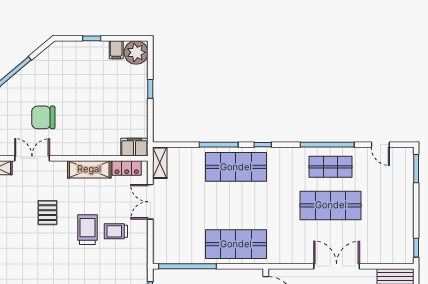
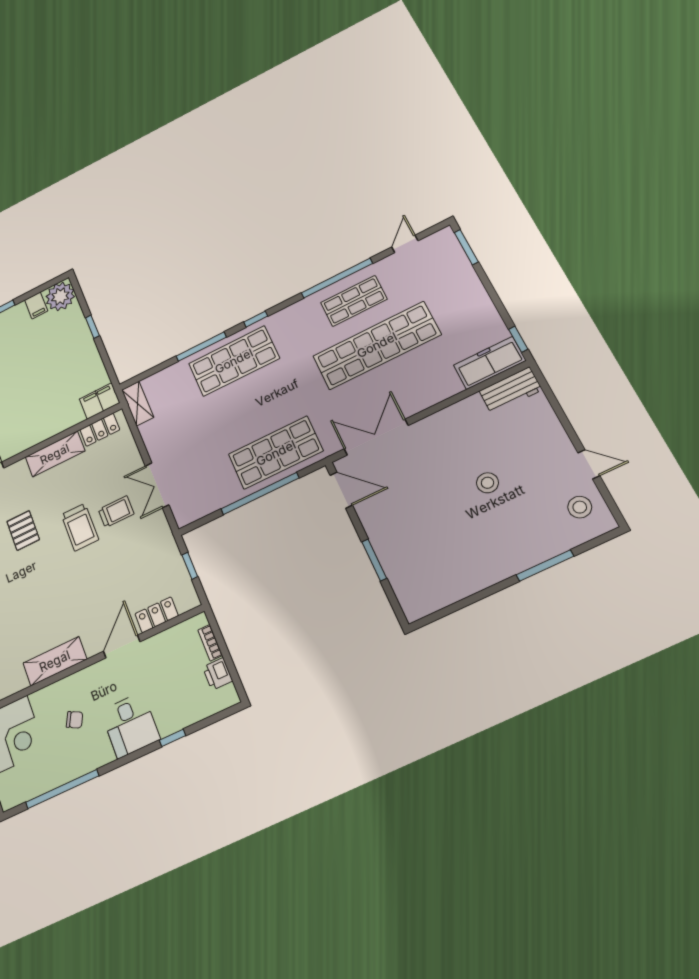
door: (380, 145) -> (405, 244), swing flipped
double door: (150, 202) -> (157, 485), moved
shop shelf: (331, 205) -> (377, 345), width x1.40
trolley: (87, 230) -> (80, 527), turned 180
trolley: (116, 231) -> (116, 512), turned 180
freezer: (392, 254) -> (490, 363), added
window: (187, 266) -> (260, 494), moved
double door: (337, 266) -> (376, 437), moved

